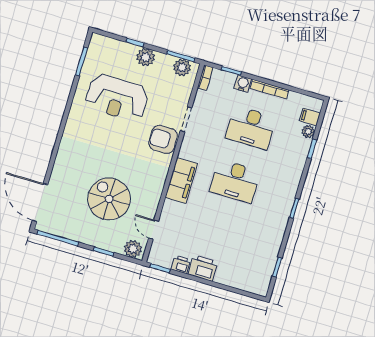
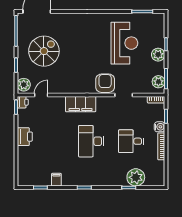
reception desk: (117, 98) -> (124, 43), turned 180
filing cabinet: (310, 117) -> (56, 180), moved
desk: (251, 128) -> (131, 141), width x0.73
plant: (308, 132) -> (136, 177), width x1.87, depth x1.87
spiral stairs: (109, 199) -> (44, 51), moved
printer: (181, 265) -> (23, 102), moved

